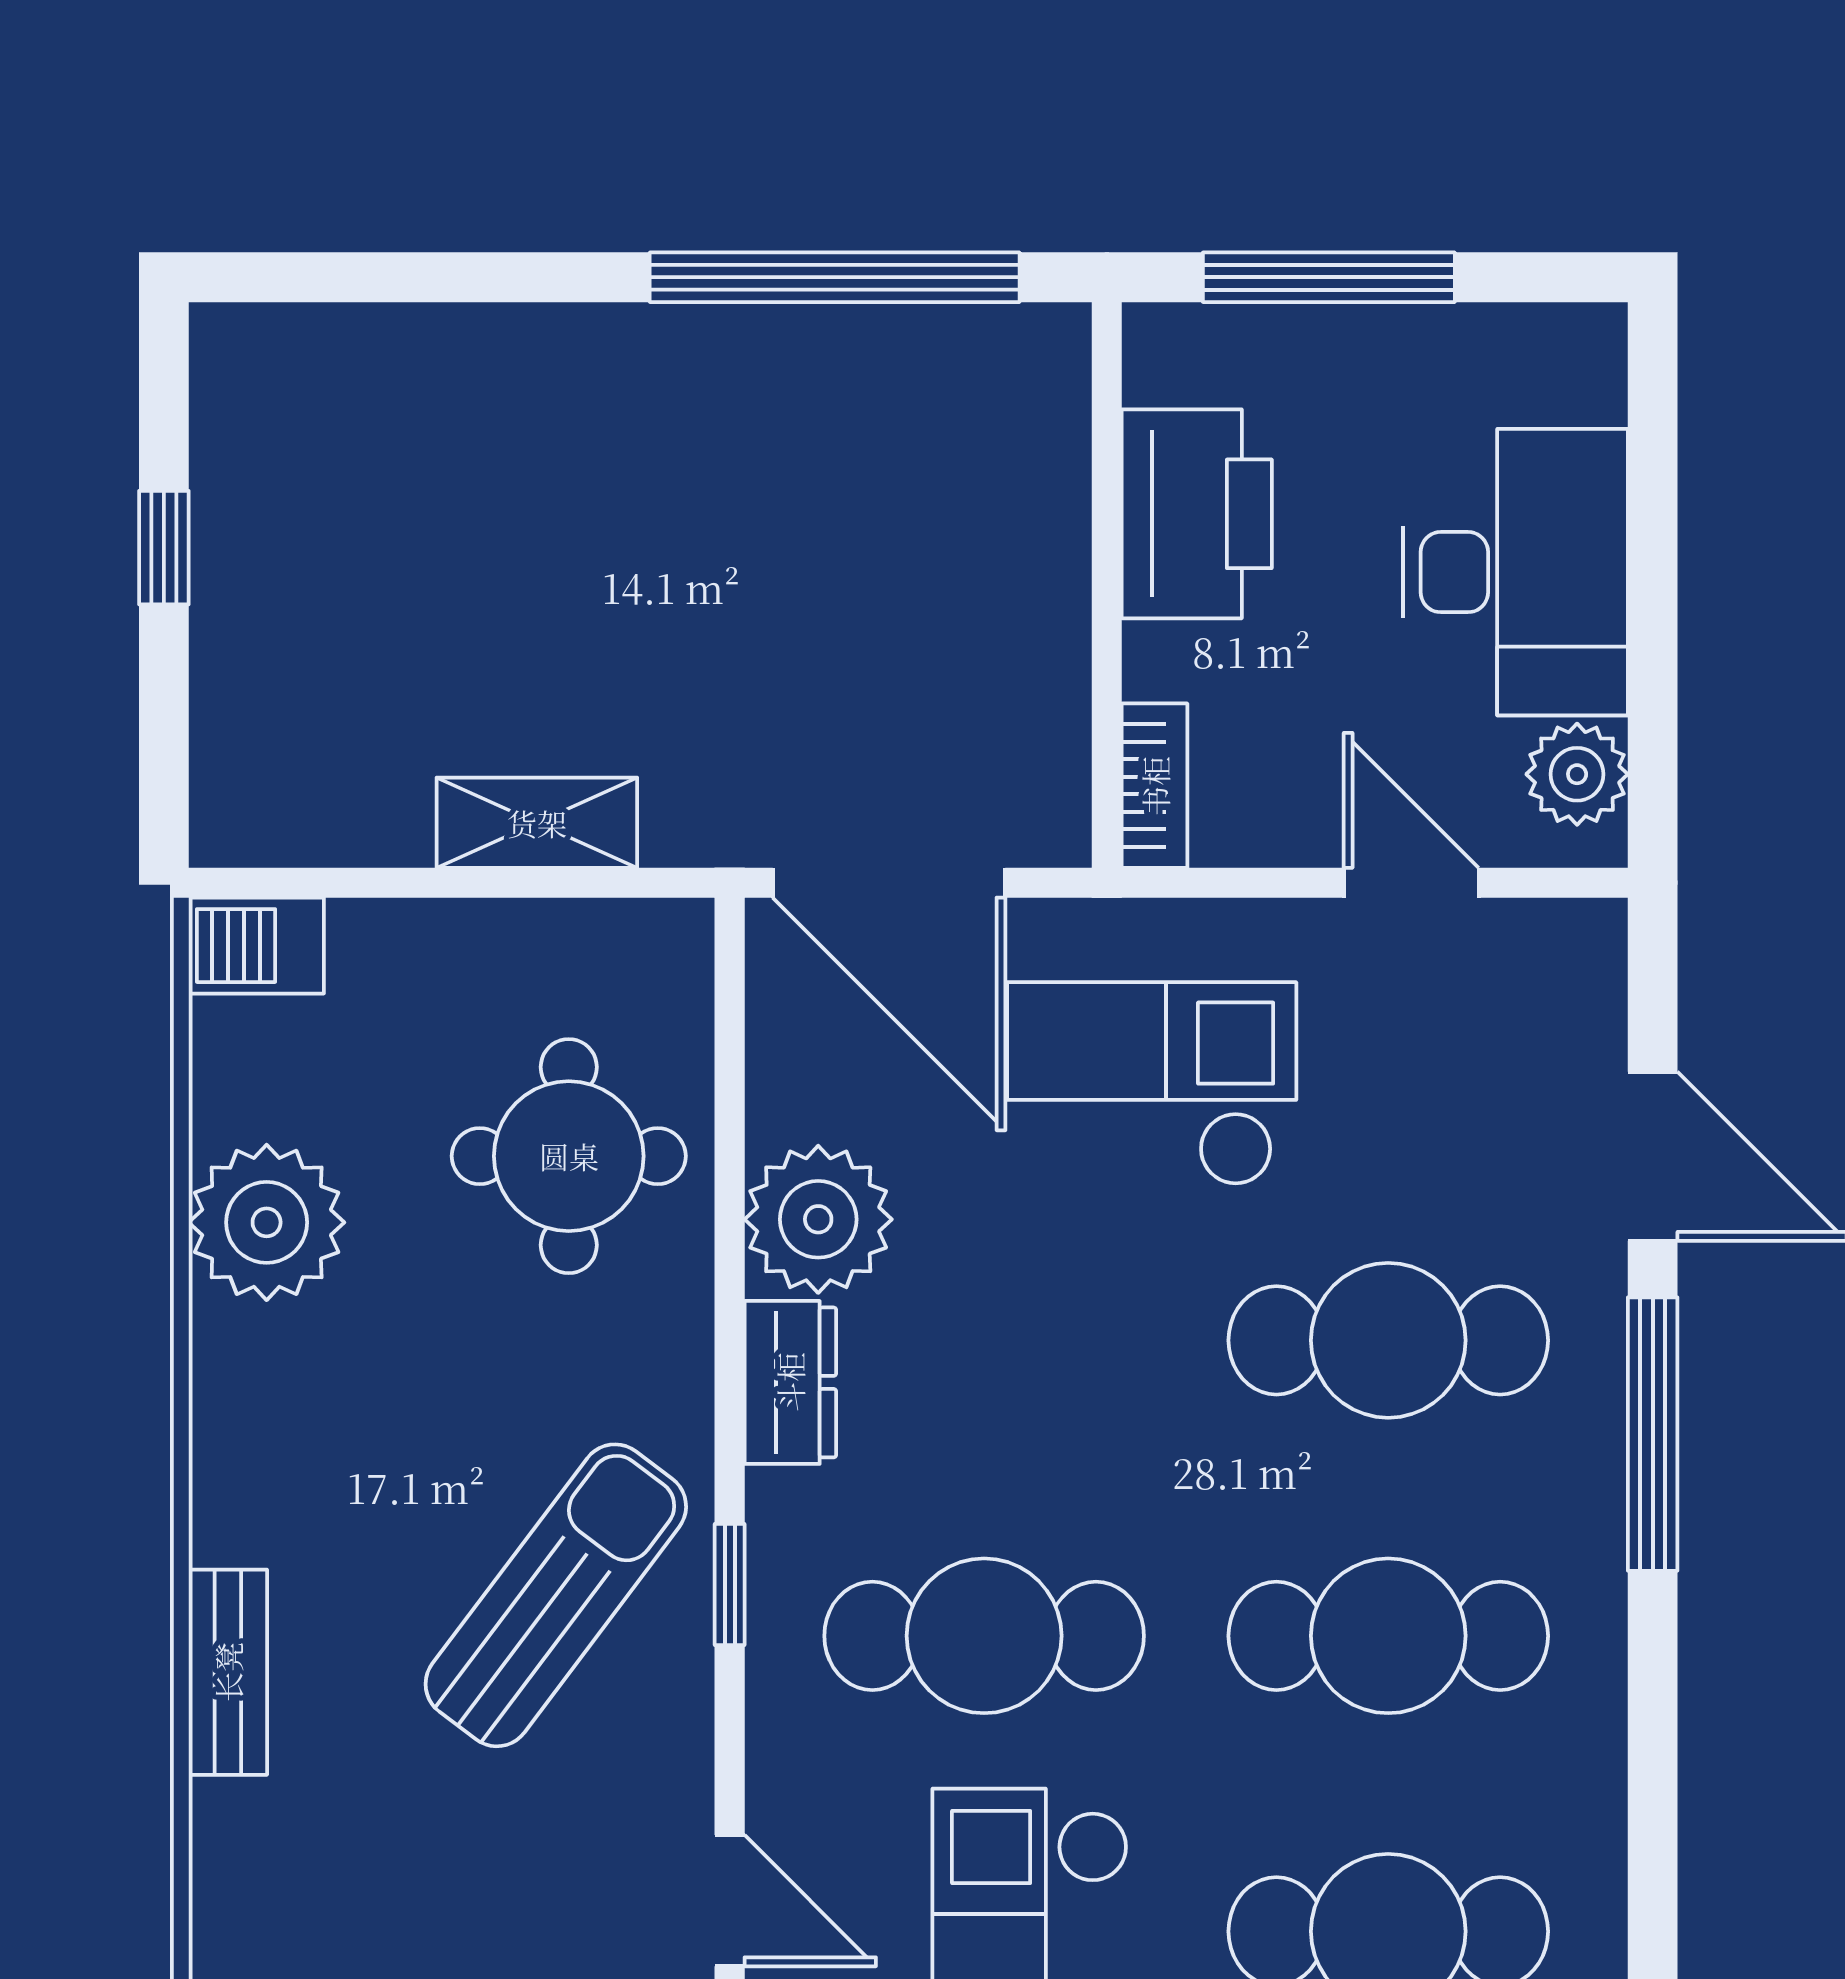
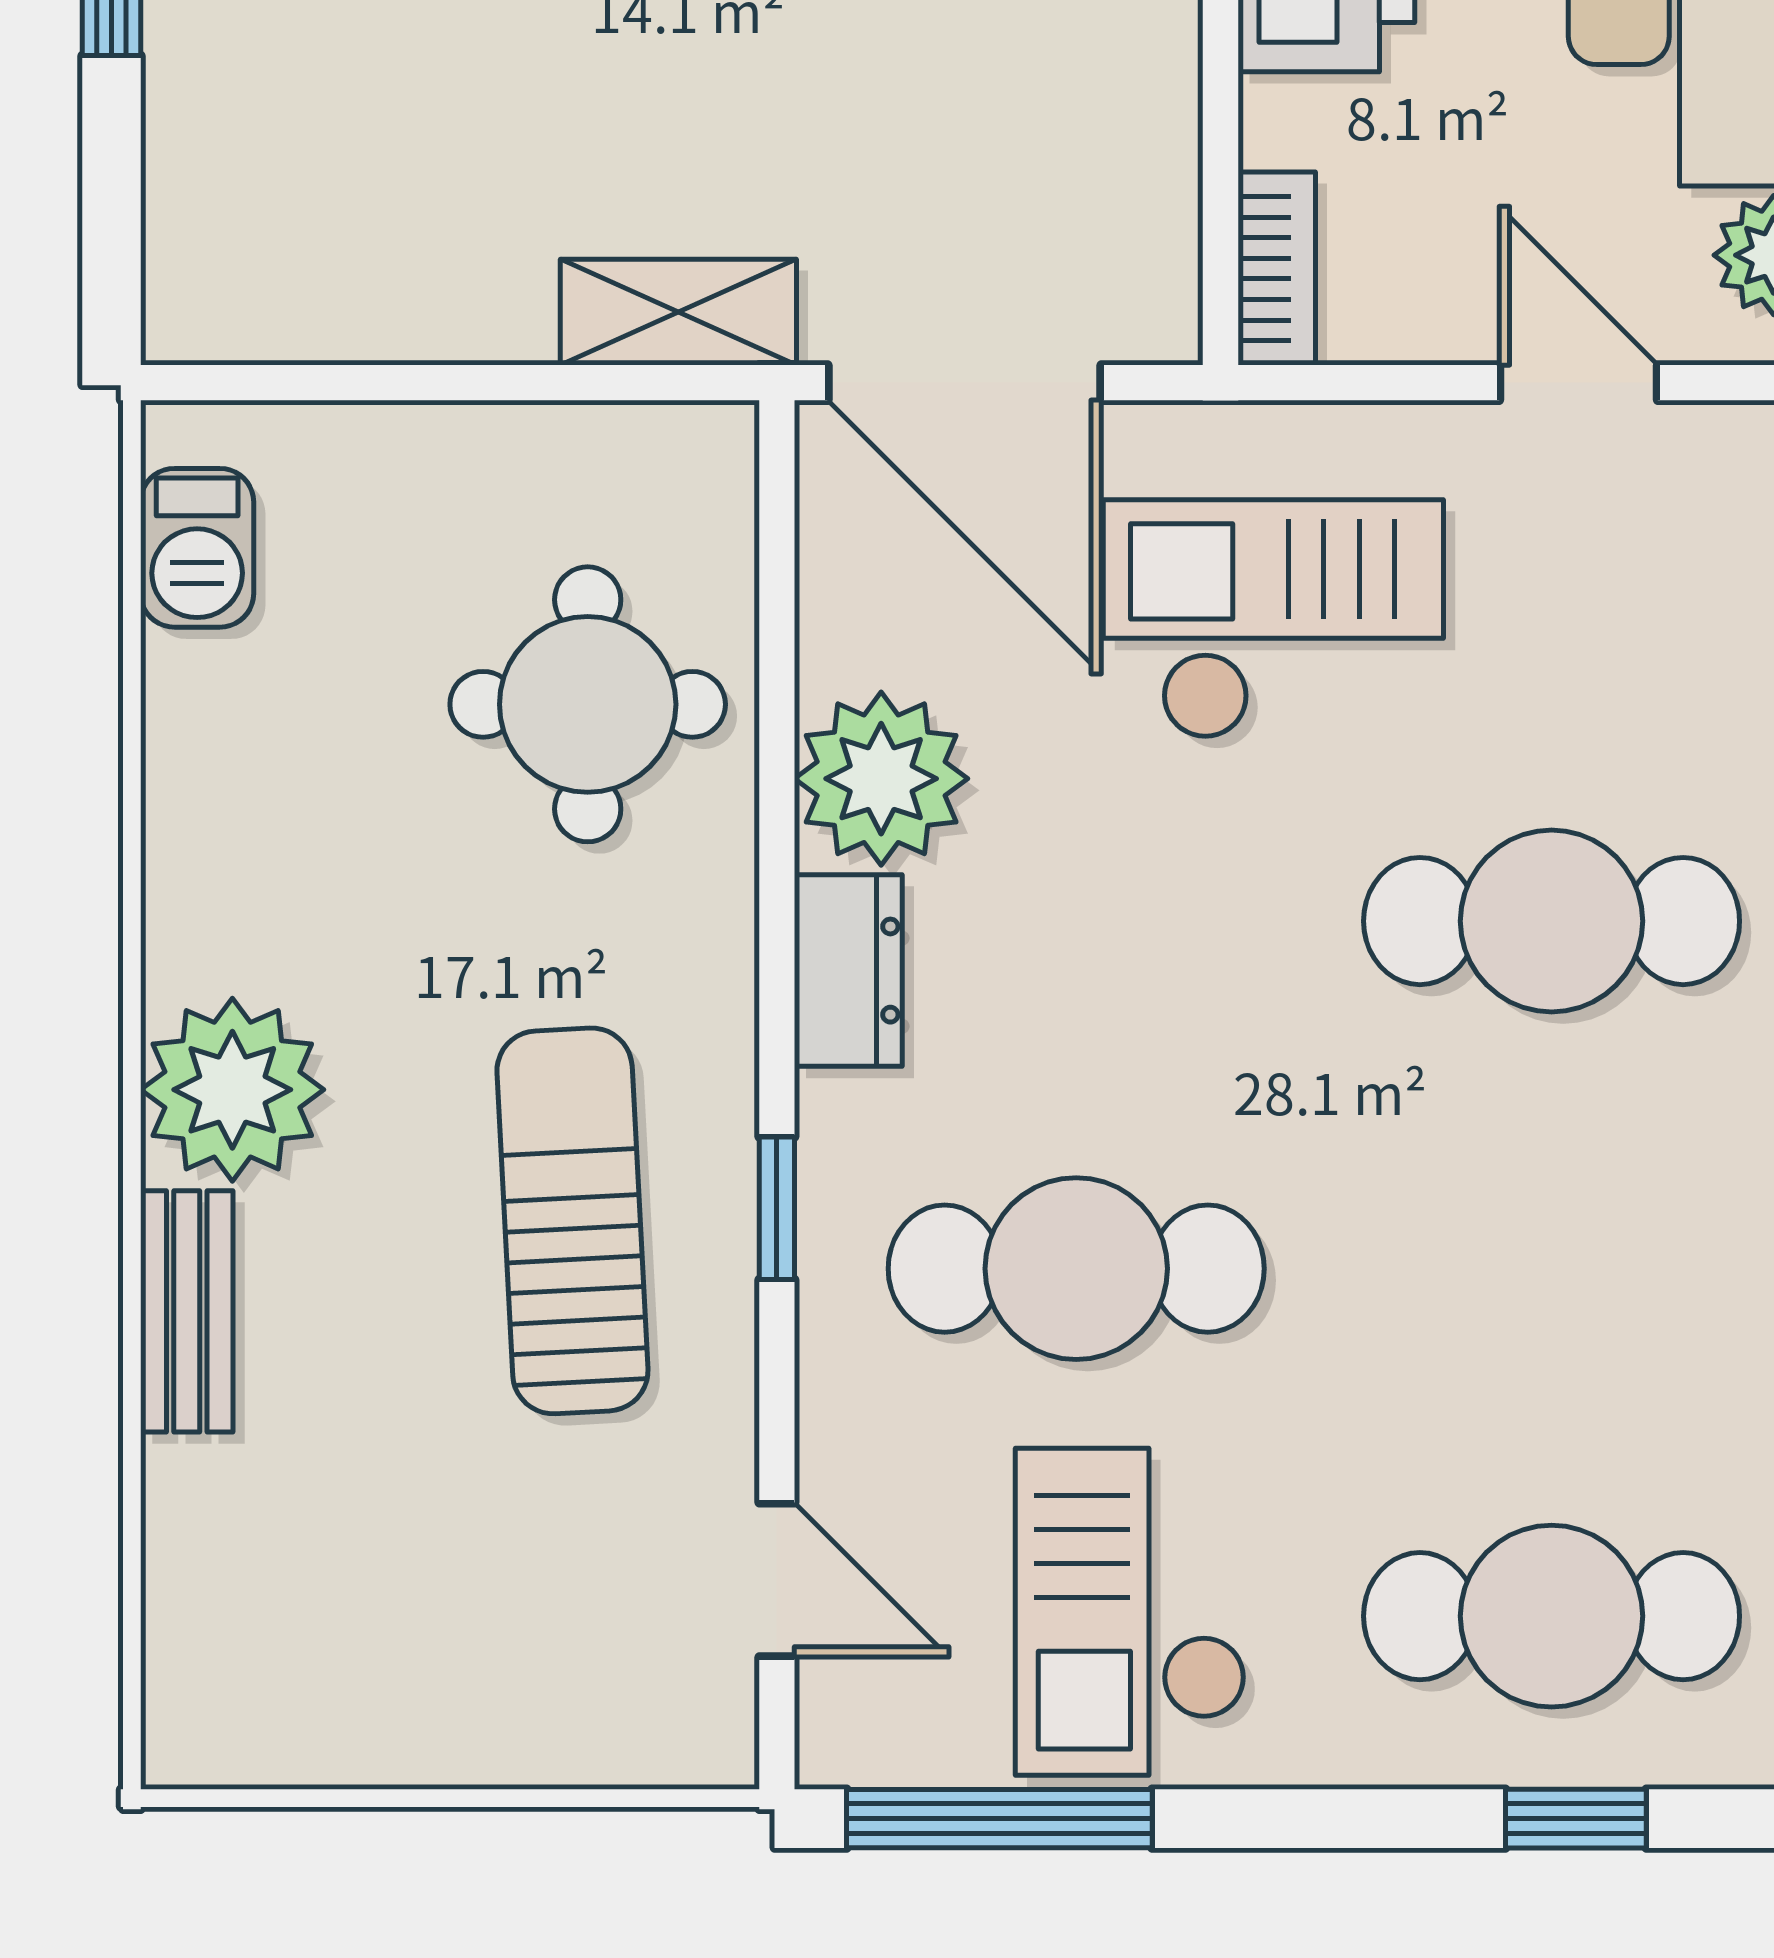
shelving: (537, 823) -> (678, 312), moved
barbecue: (256, 946) -> (197, 548), moved, turned -90
plant: (267, 1222) -> (232, 1090), moved
sun lounger: (556, 1595) -> (572, 1221), turned -40
cafe table: (1388, 1636) -> (1552, 1269), removed

